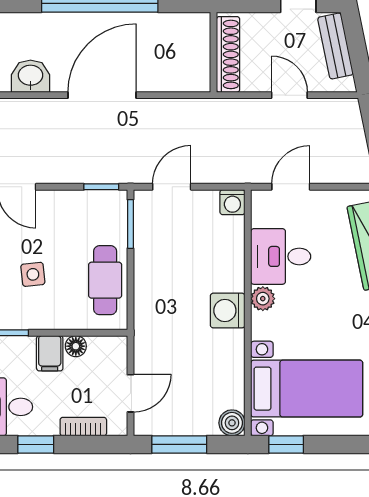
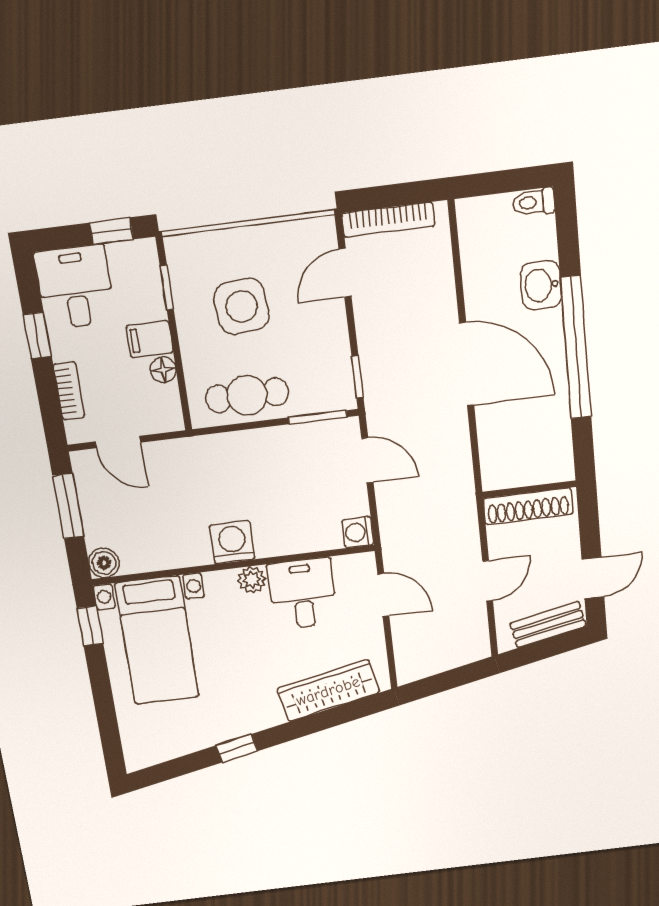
washbasin: (30, 76) -> (541, 285), moved, turned 180
side table: (33, 274) -> (242, 306), width x1.87, depth x1.87

